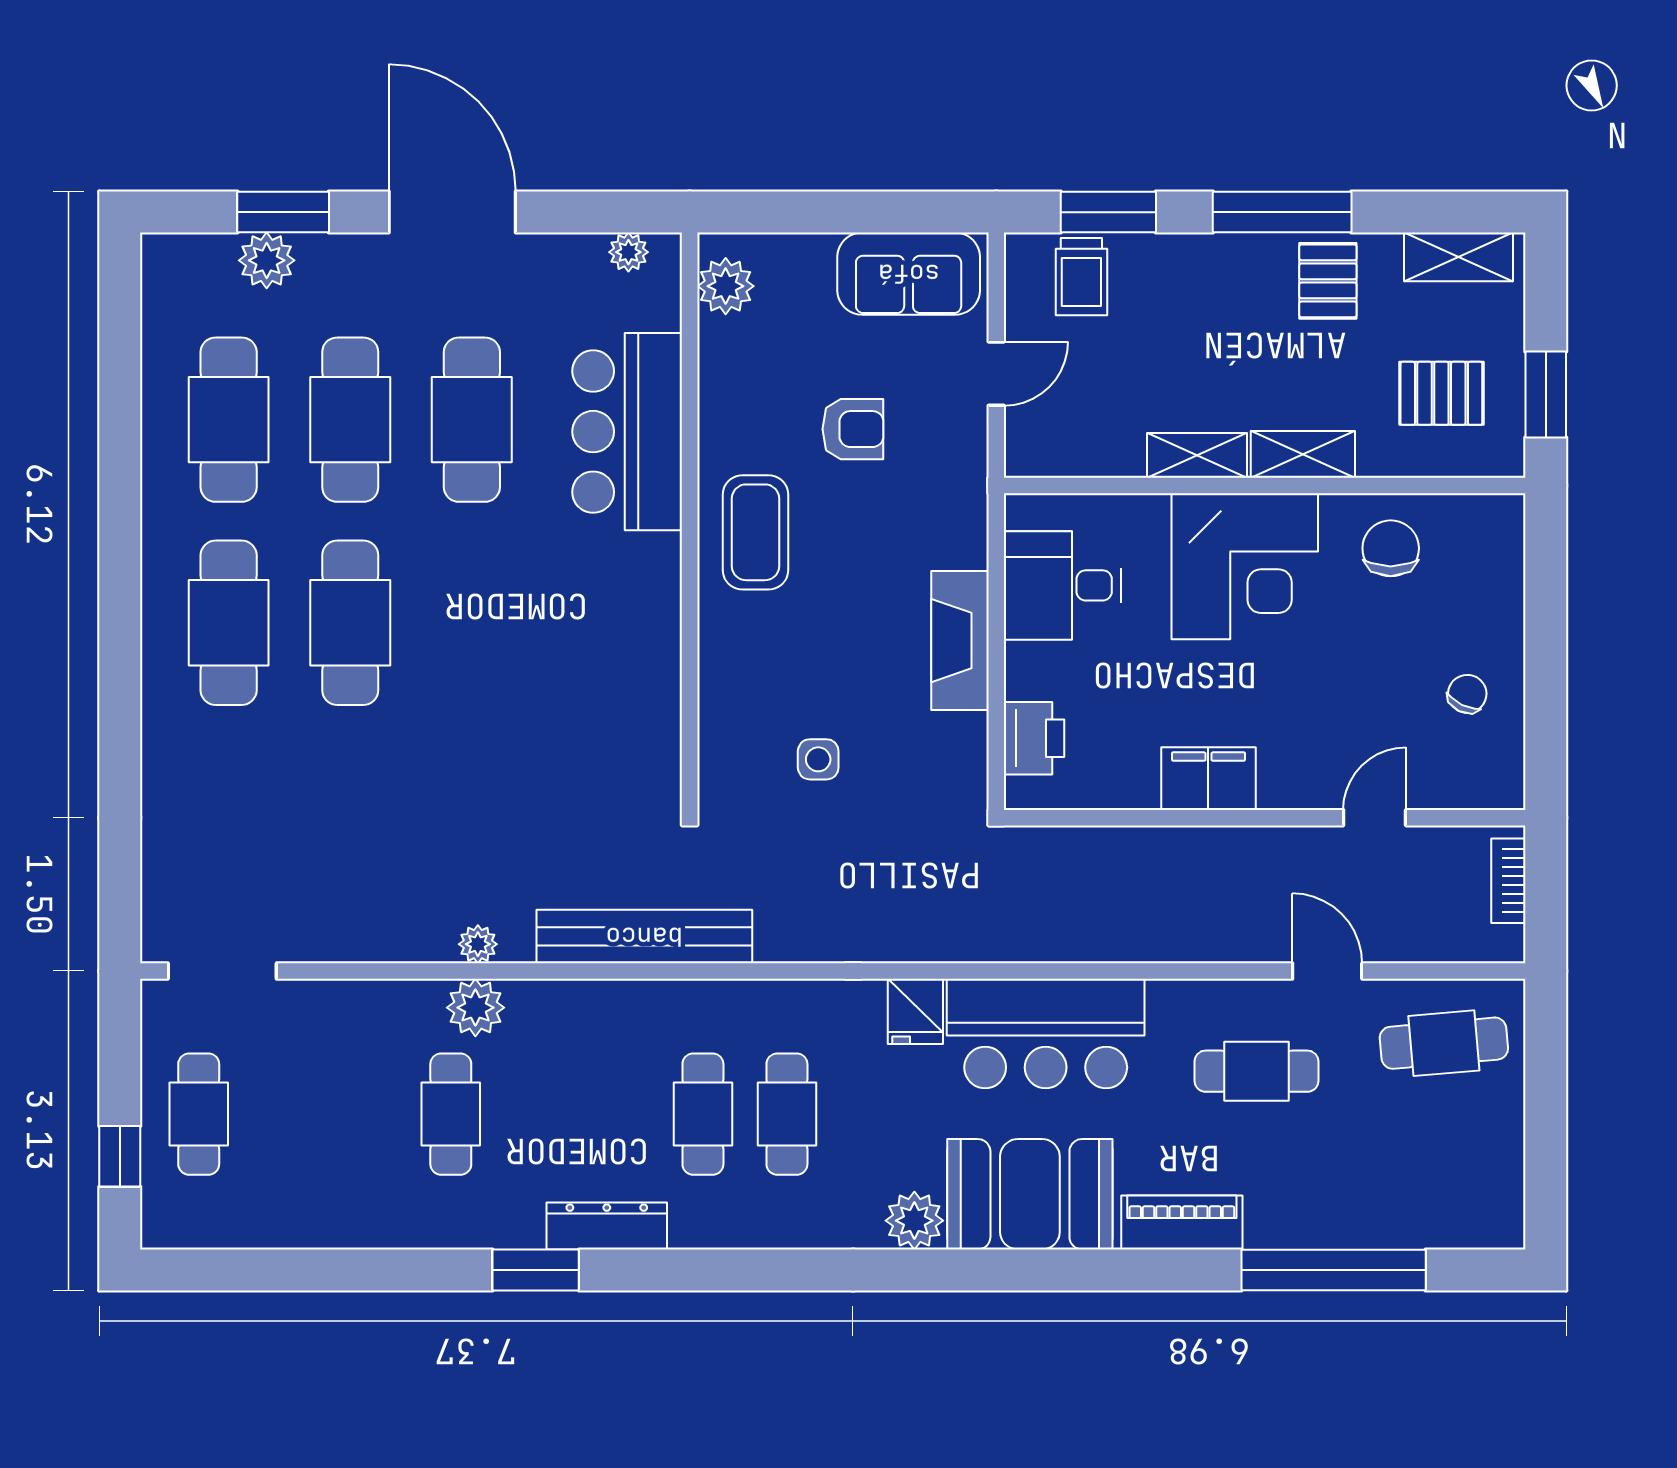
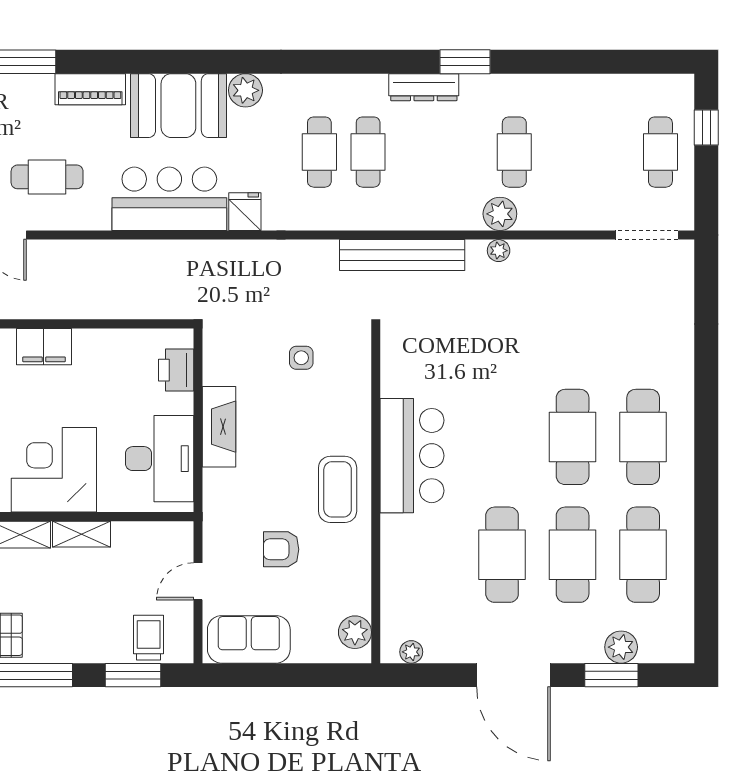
bar counter: (627, 432) -> (412, 456), moved
desk: (1063, 585) -> (160, 459), width x1.37
filing cabinet: (1208, 779) -> (44, 347), moved

